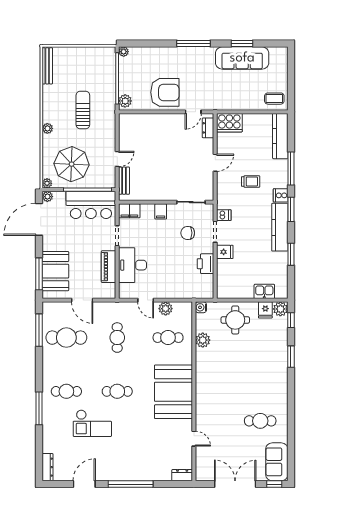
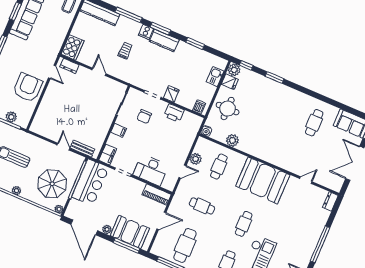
plant: (125, 101) -> (11, 117), moved
plant: (47, 197) -> (107, 229), moved
dishwasher: (224, 215) -> (199, 107), moved
kitchen counter: (280, 227) -> (164, 40), width x0.67
piano: (109, 267) -> (157, 194), moved

